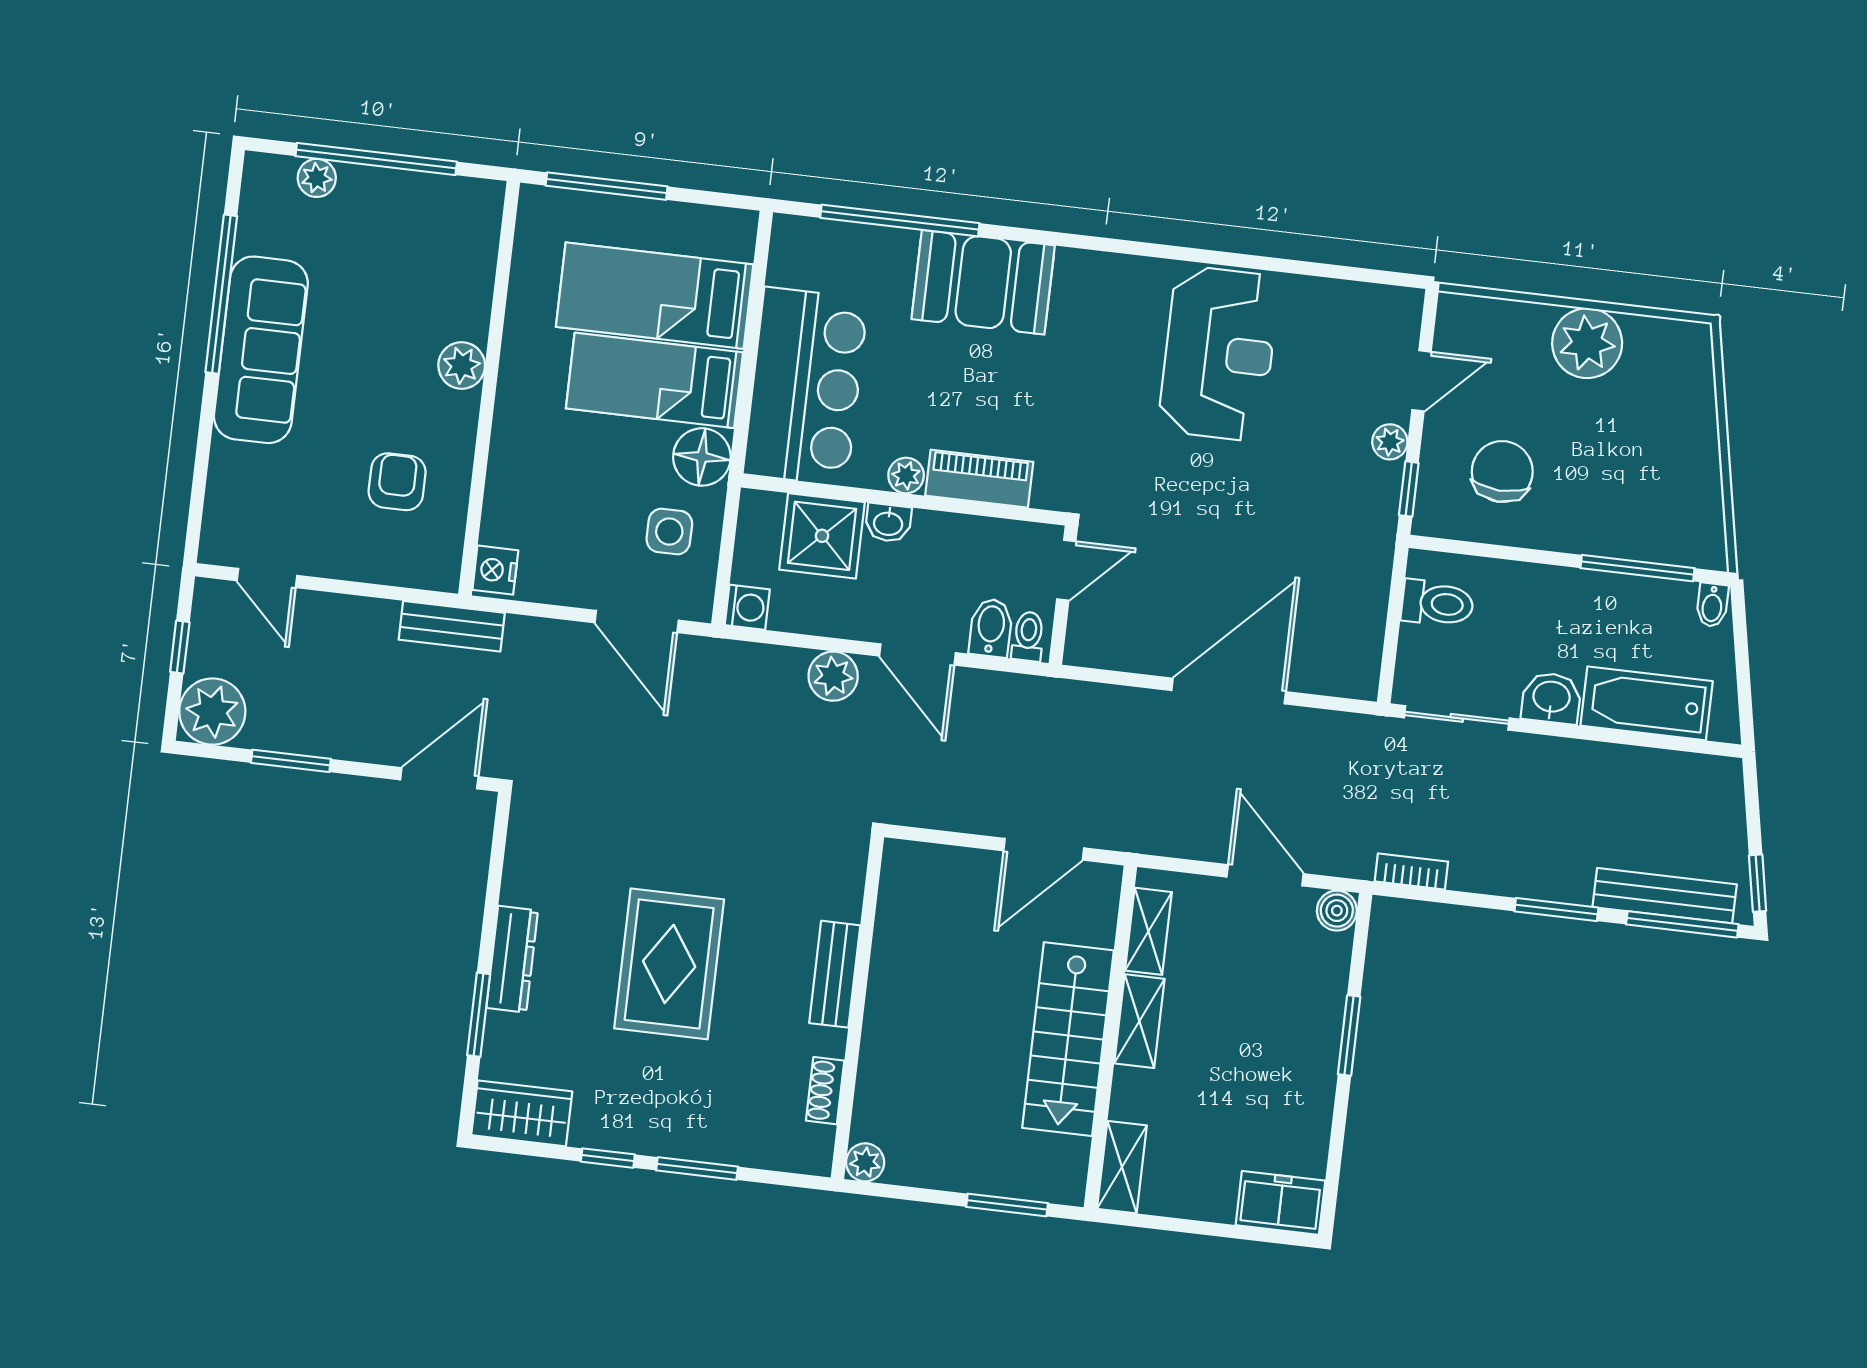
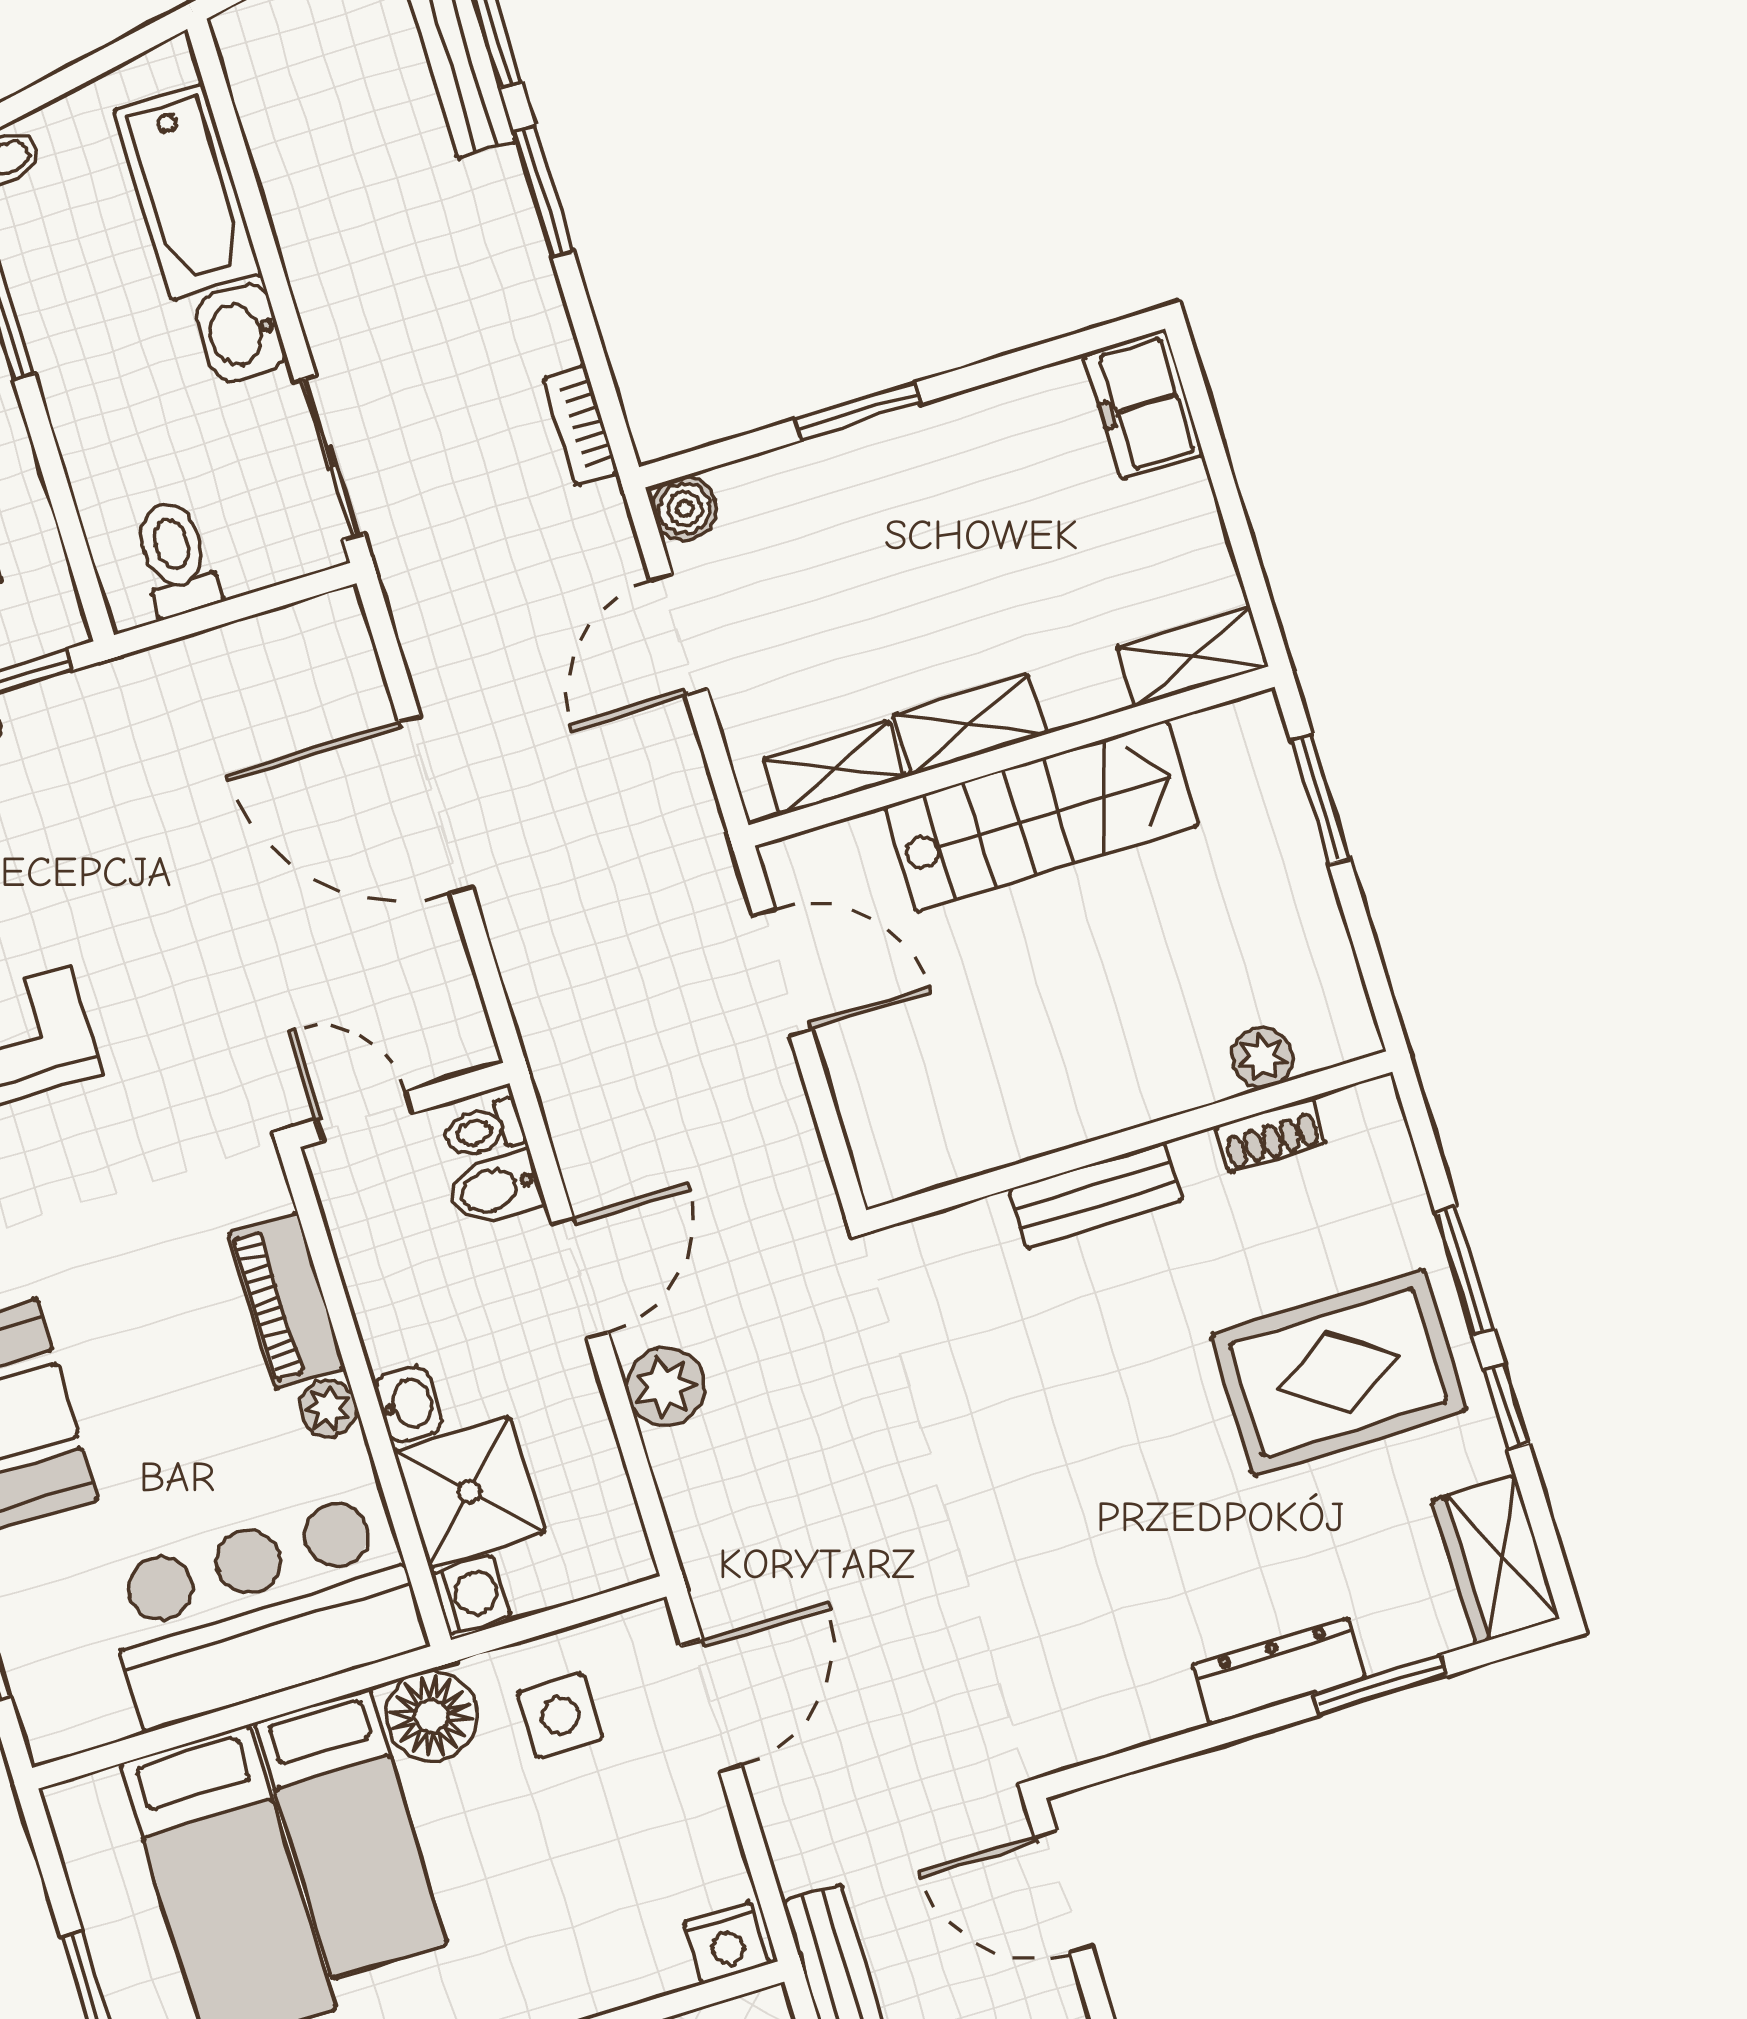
washing machine: (747, 607) -> (471, 1595), moved, turned 90
rug: (669, 964) -> (1338, 1372), moved
plant: (865, 1162) -> (1263, 1058), moved

